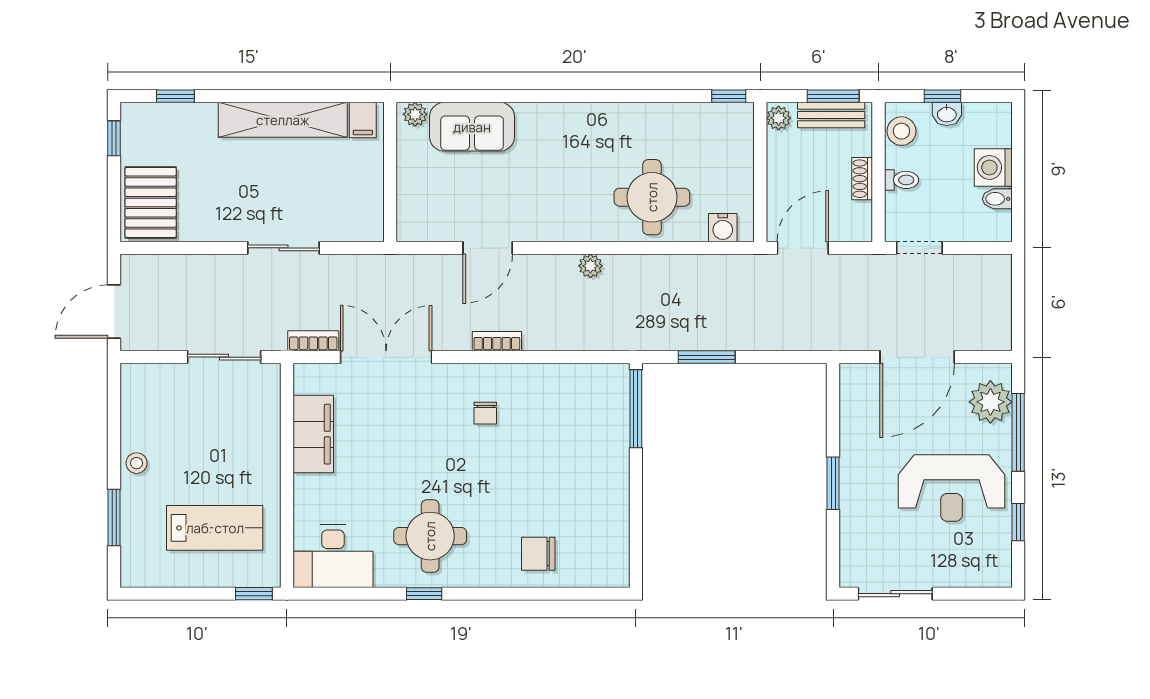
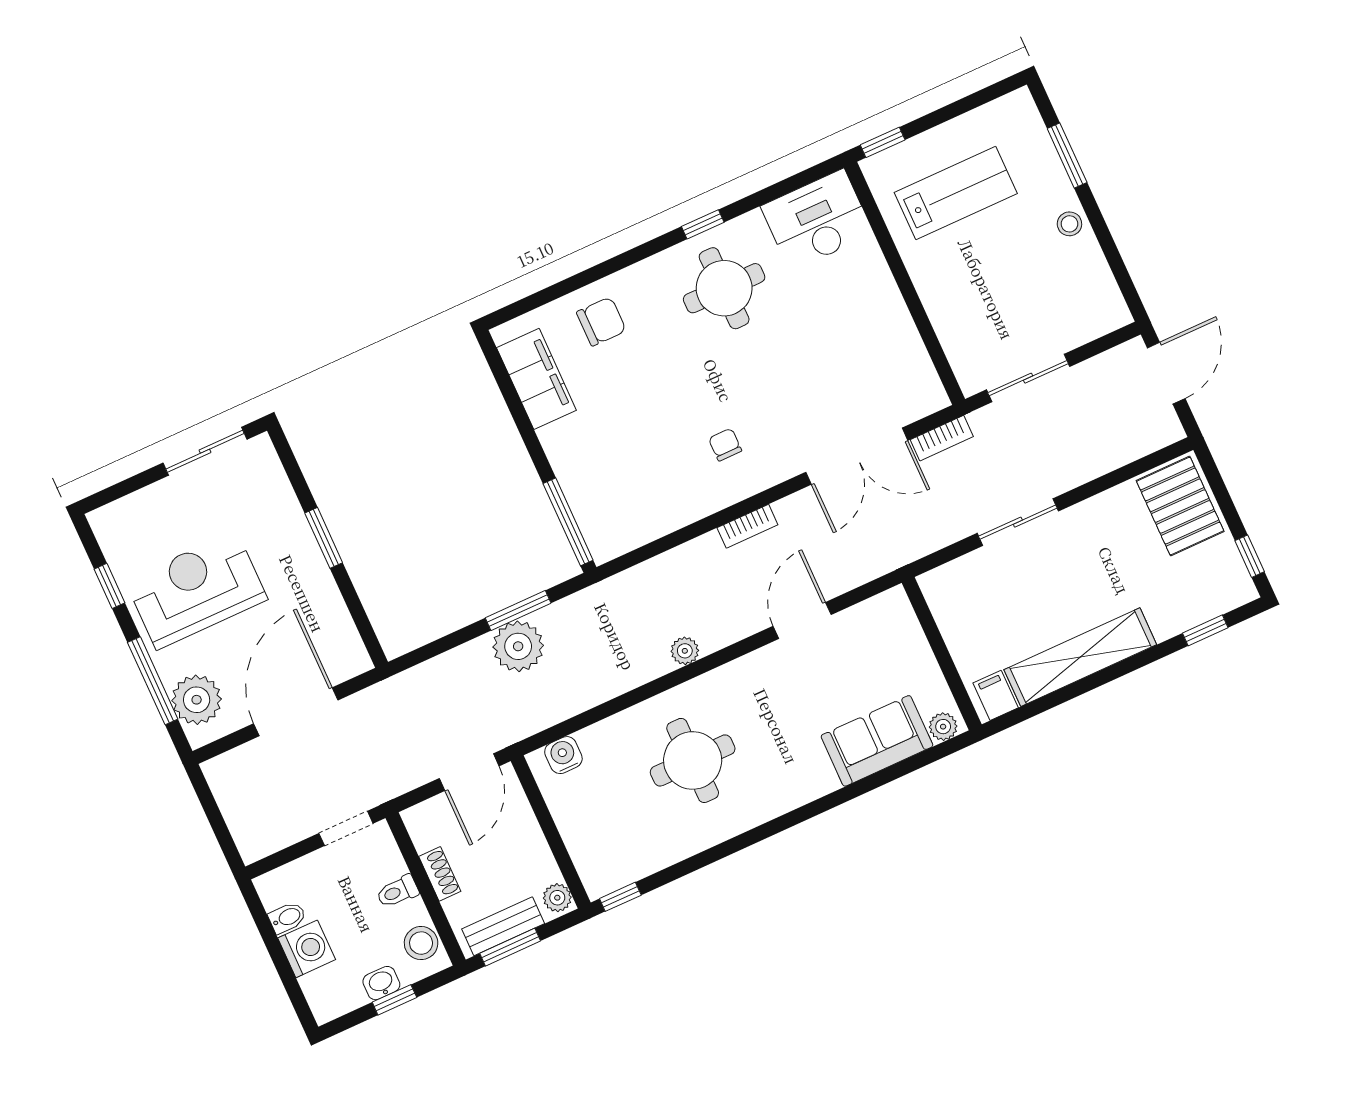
round table: (652, 197) -> (693, 760), moved
plant: (719, 329) -> (518, 646), added
filing cabinet: (313, 434) -> (536, 379), moved, turned 180
lab bench: (215, 528) -> (956, 193), turned 180

